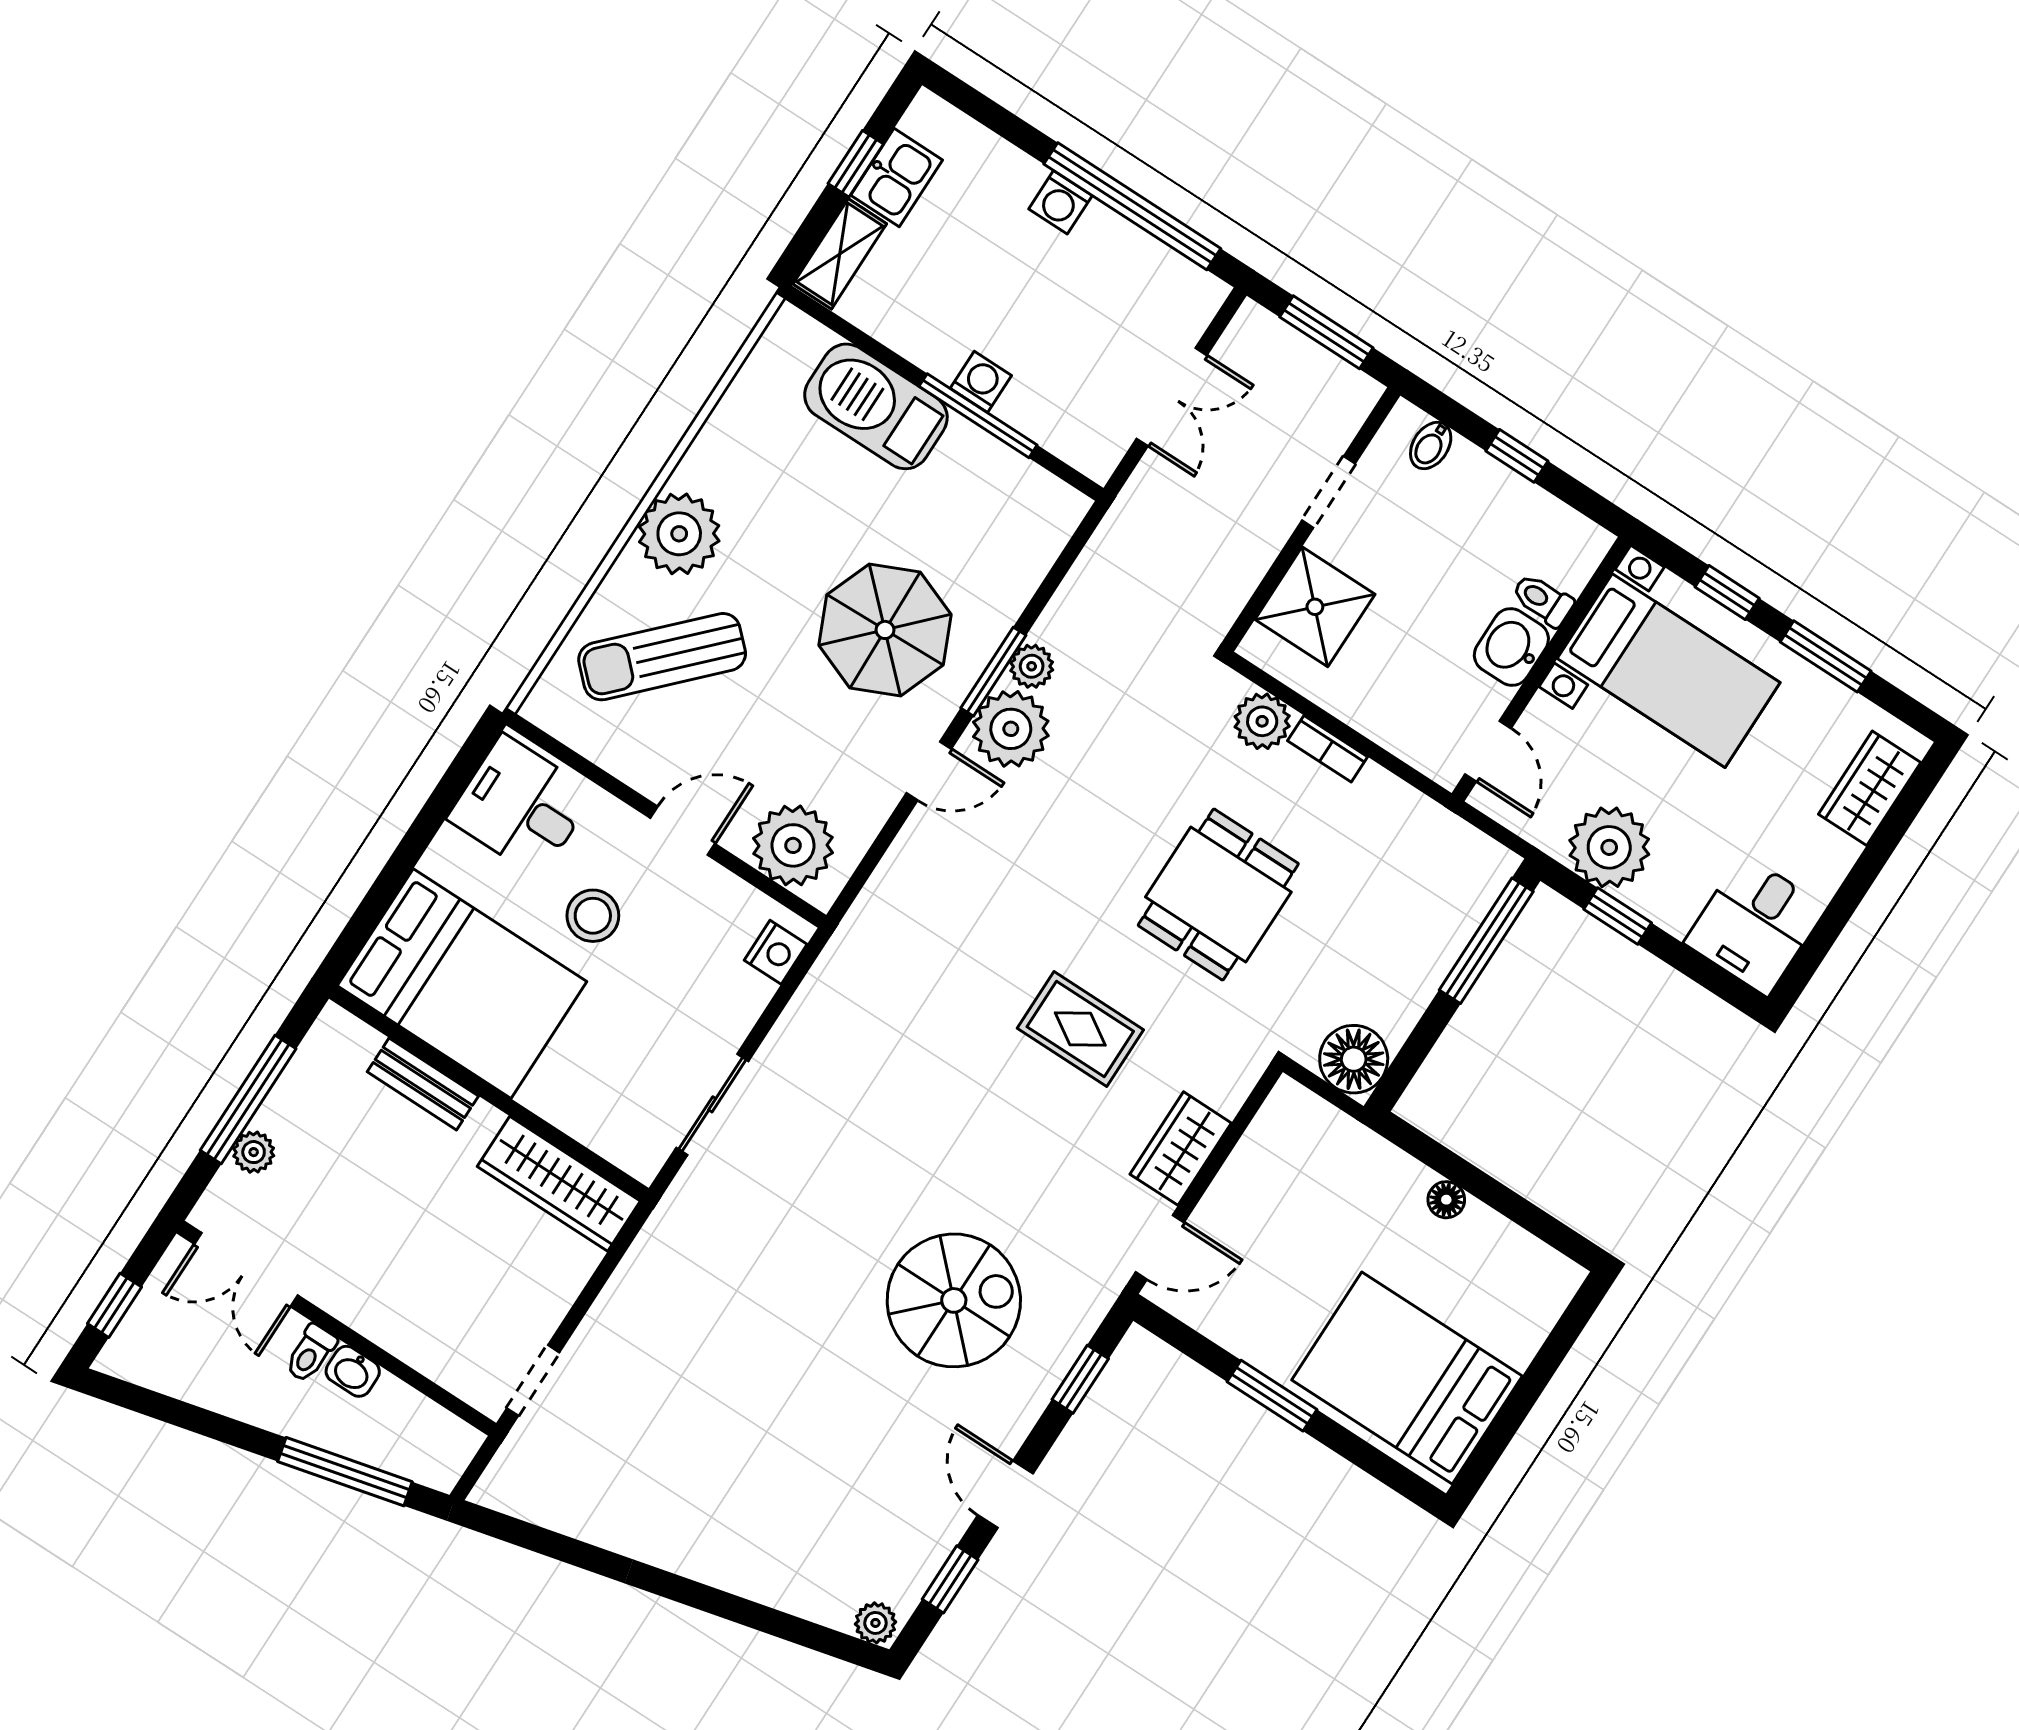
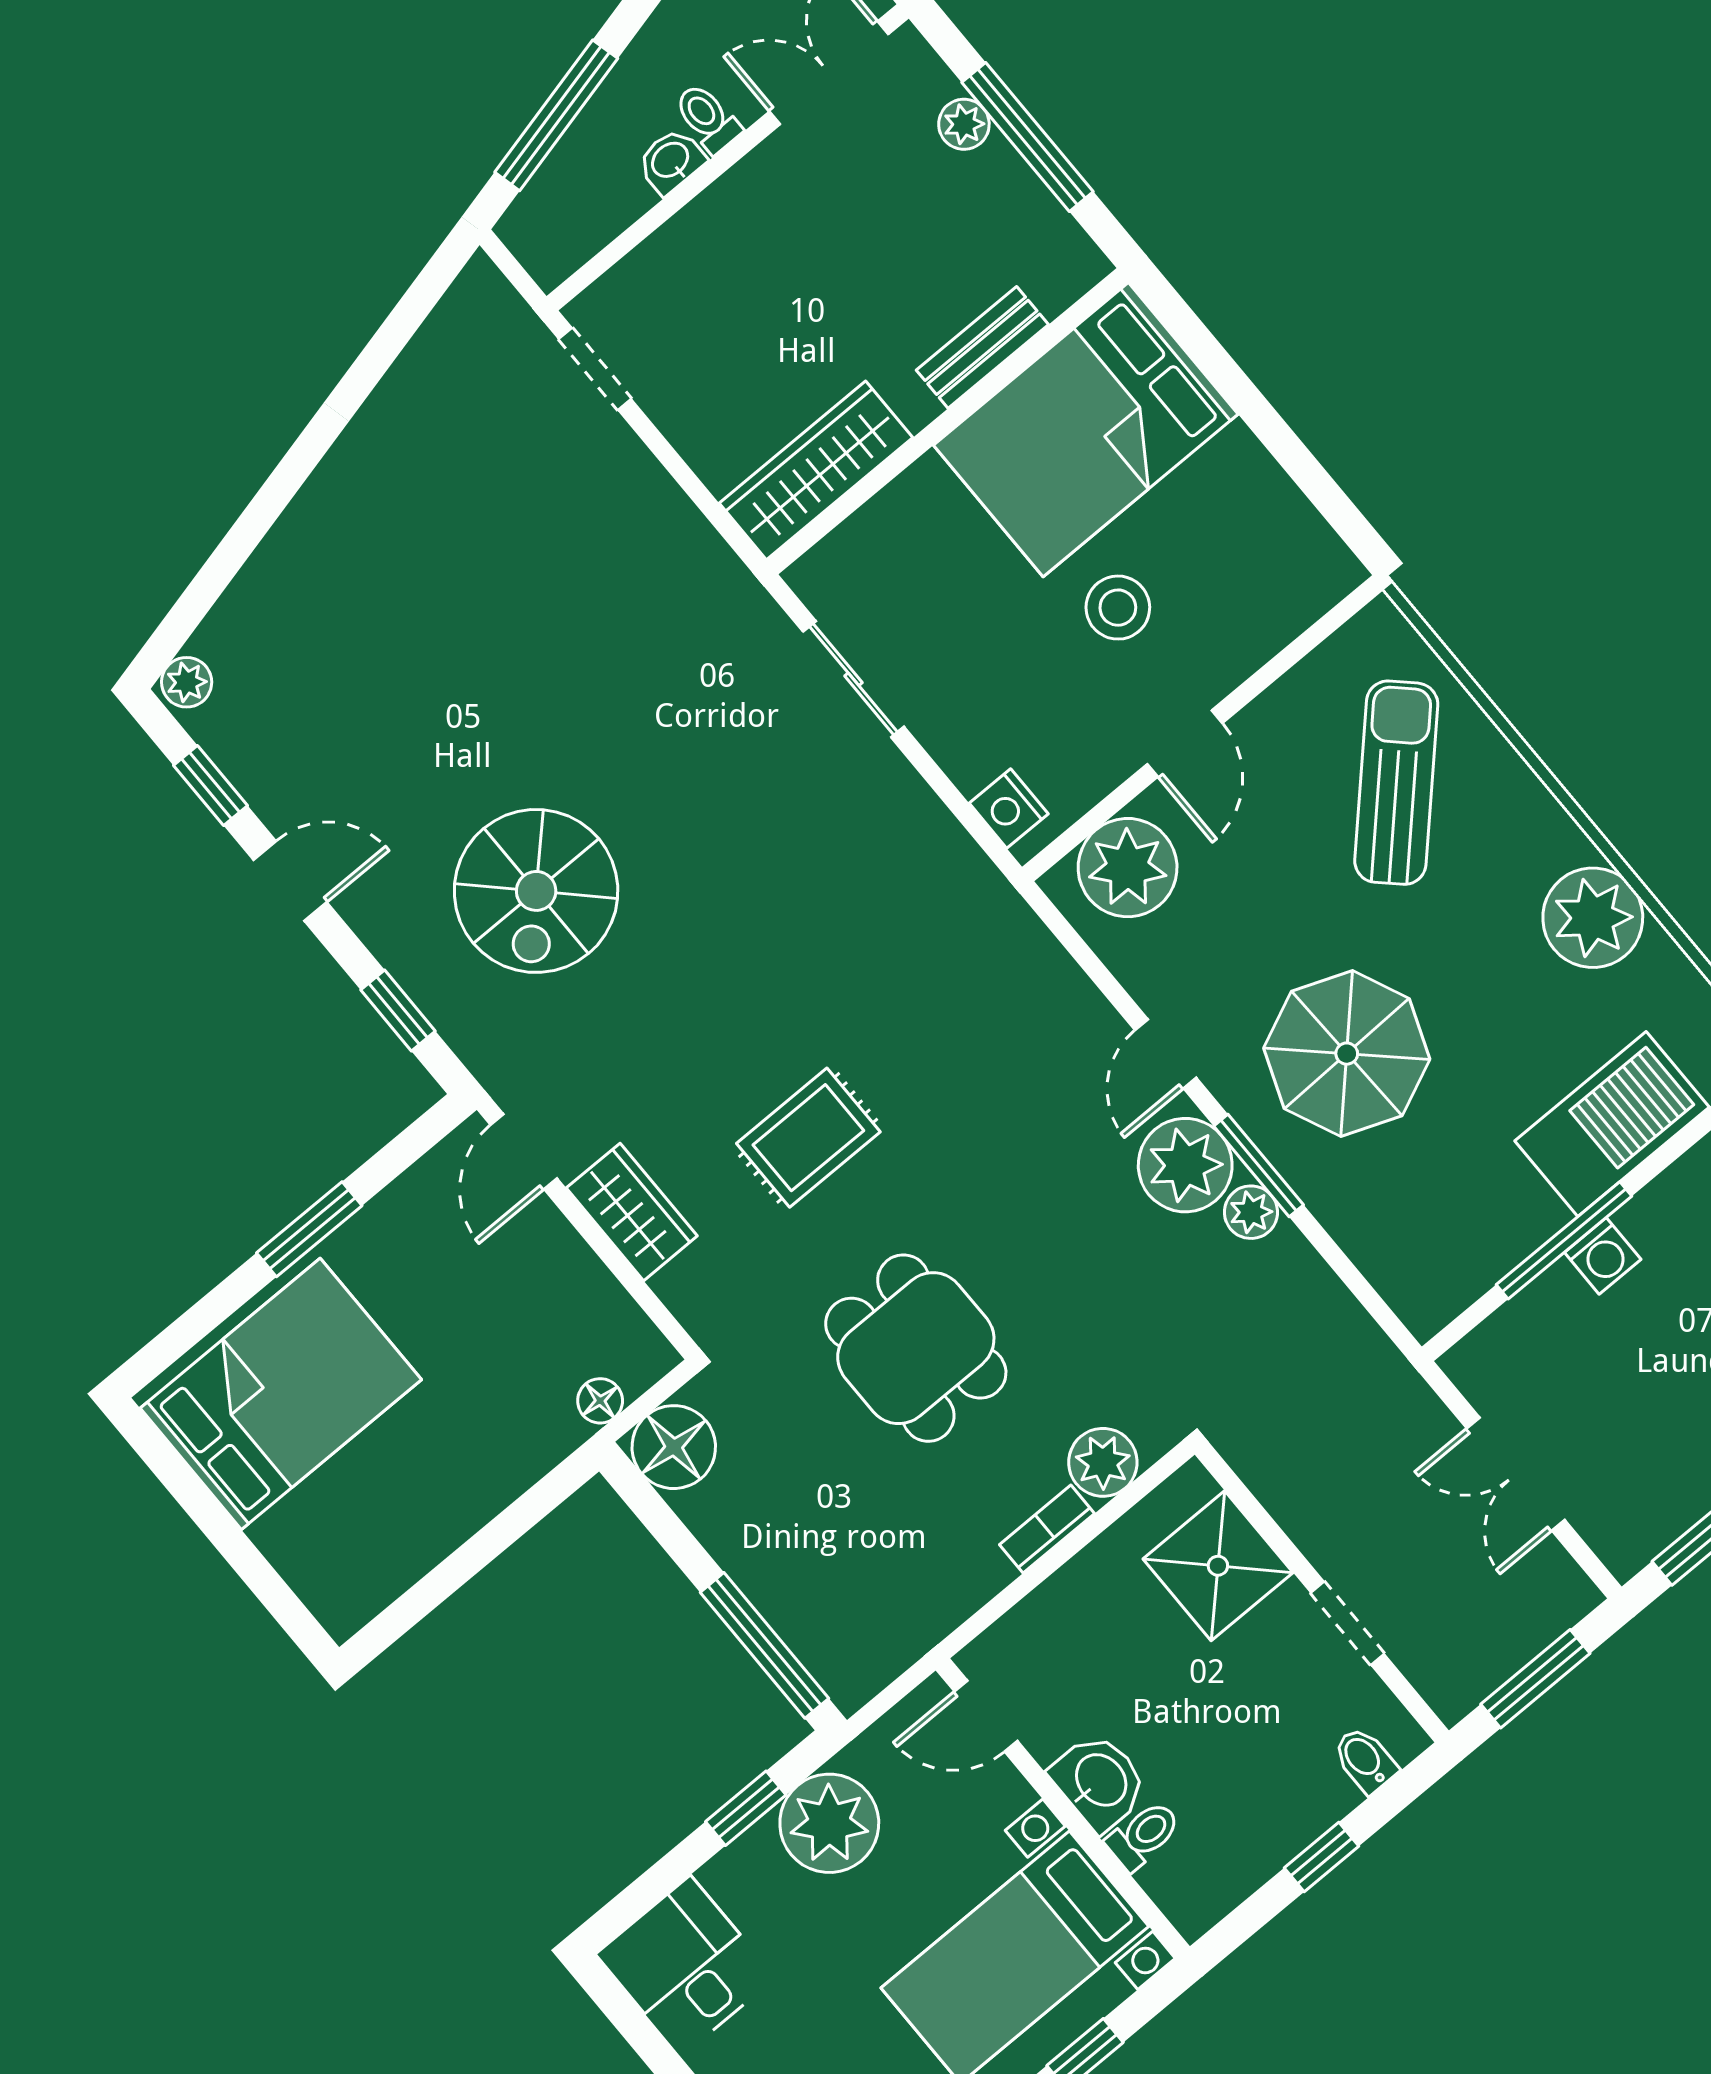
plant: (679, 534) -> (1593, 918), moved
desk: (521, 806) -> (1272, 563), removed
floor lamp: (1446, 1200) -> (600, 1401), moved

